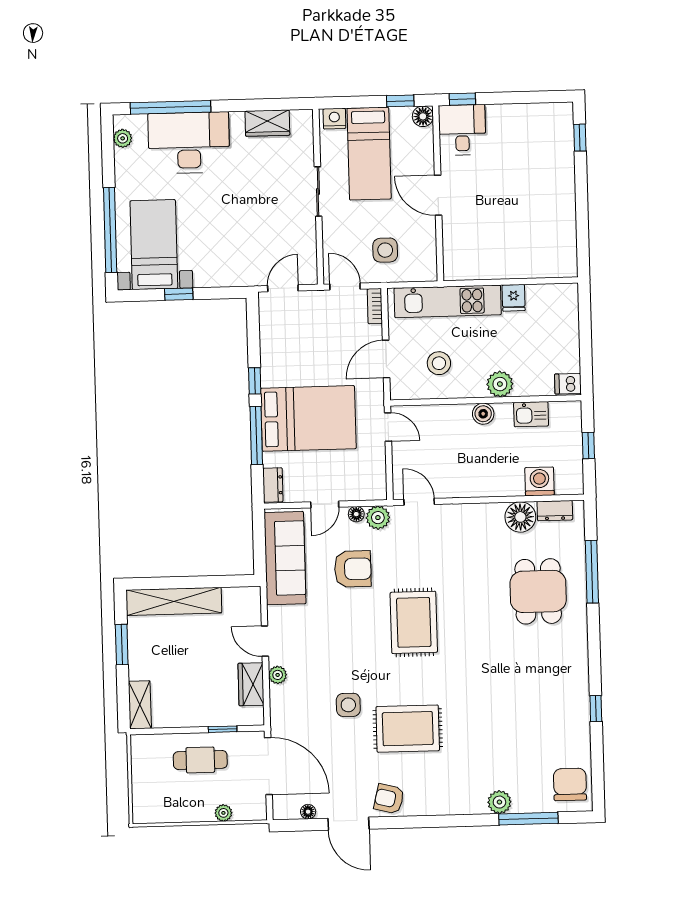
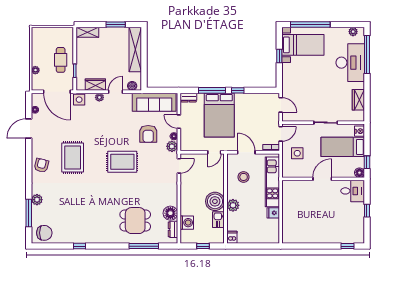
window: (462, 99) -> (367, 211), moved
boiler: (483, 414) -> (215, 201), width x1.86, depth x1.86
boiler: (251, 606) -> (132, 86), added
side table: (348, 705) -> (79, 100), moved
door: (268, 766) -> (57, 92), hinge flipped
armchair: (389, 799) -> (41, 165), moved

